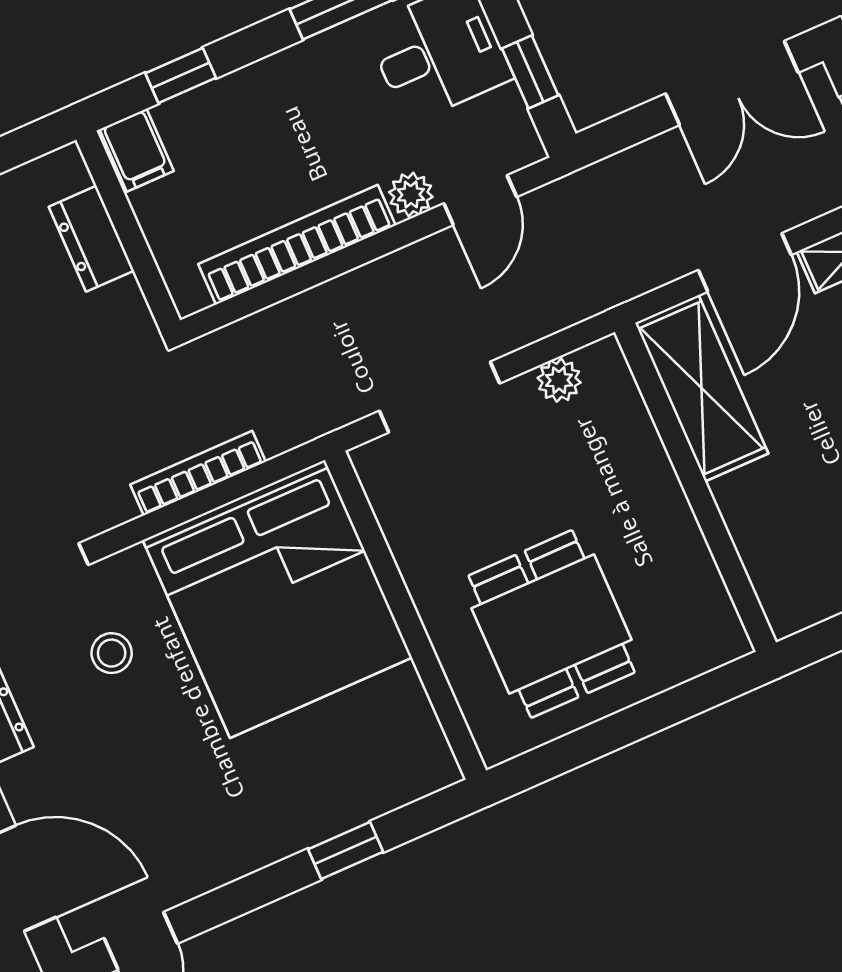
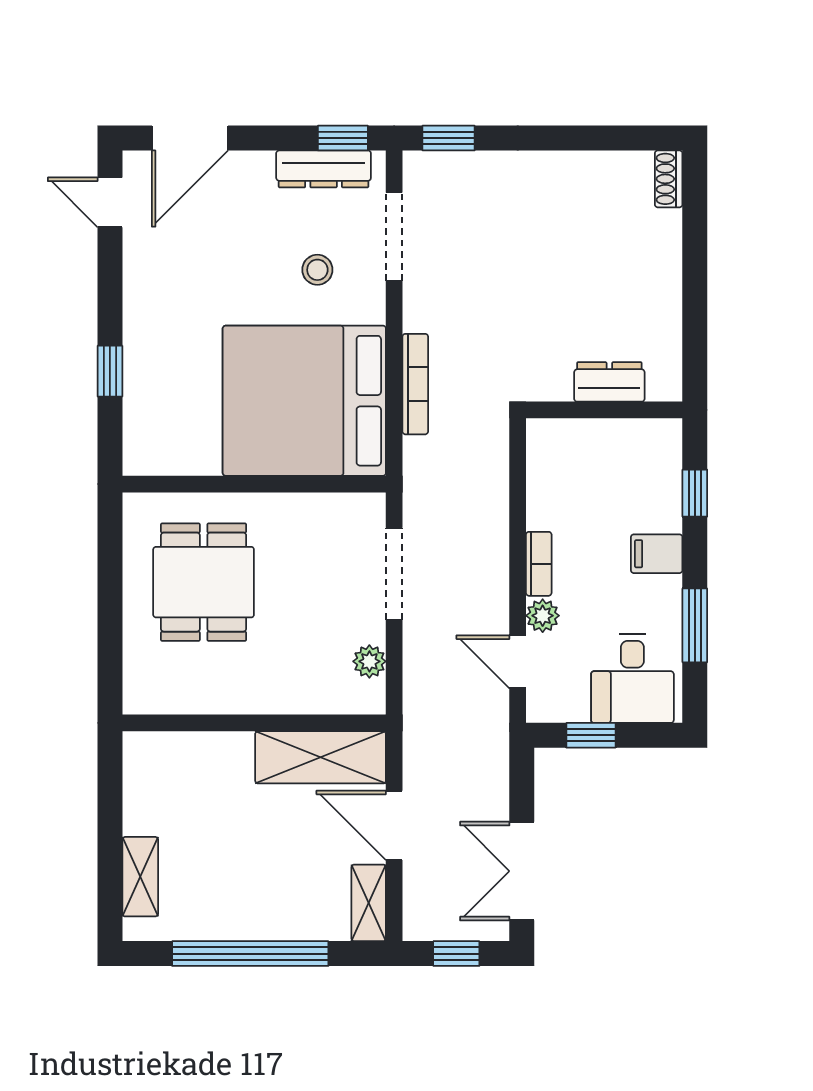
filing cabinet: (137, 150) -> (657, 554), moved
bookcase: (297, 245) -> (539, 564), width x0.43, depth x0.76
dining table: (552, 624) -> (204, 582), turned 90

